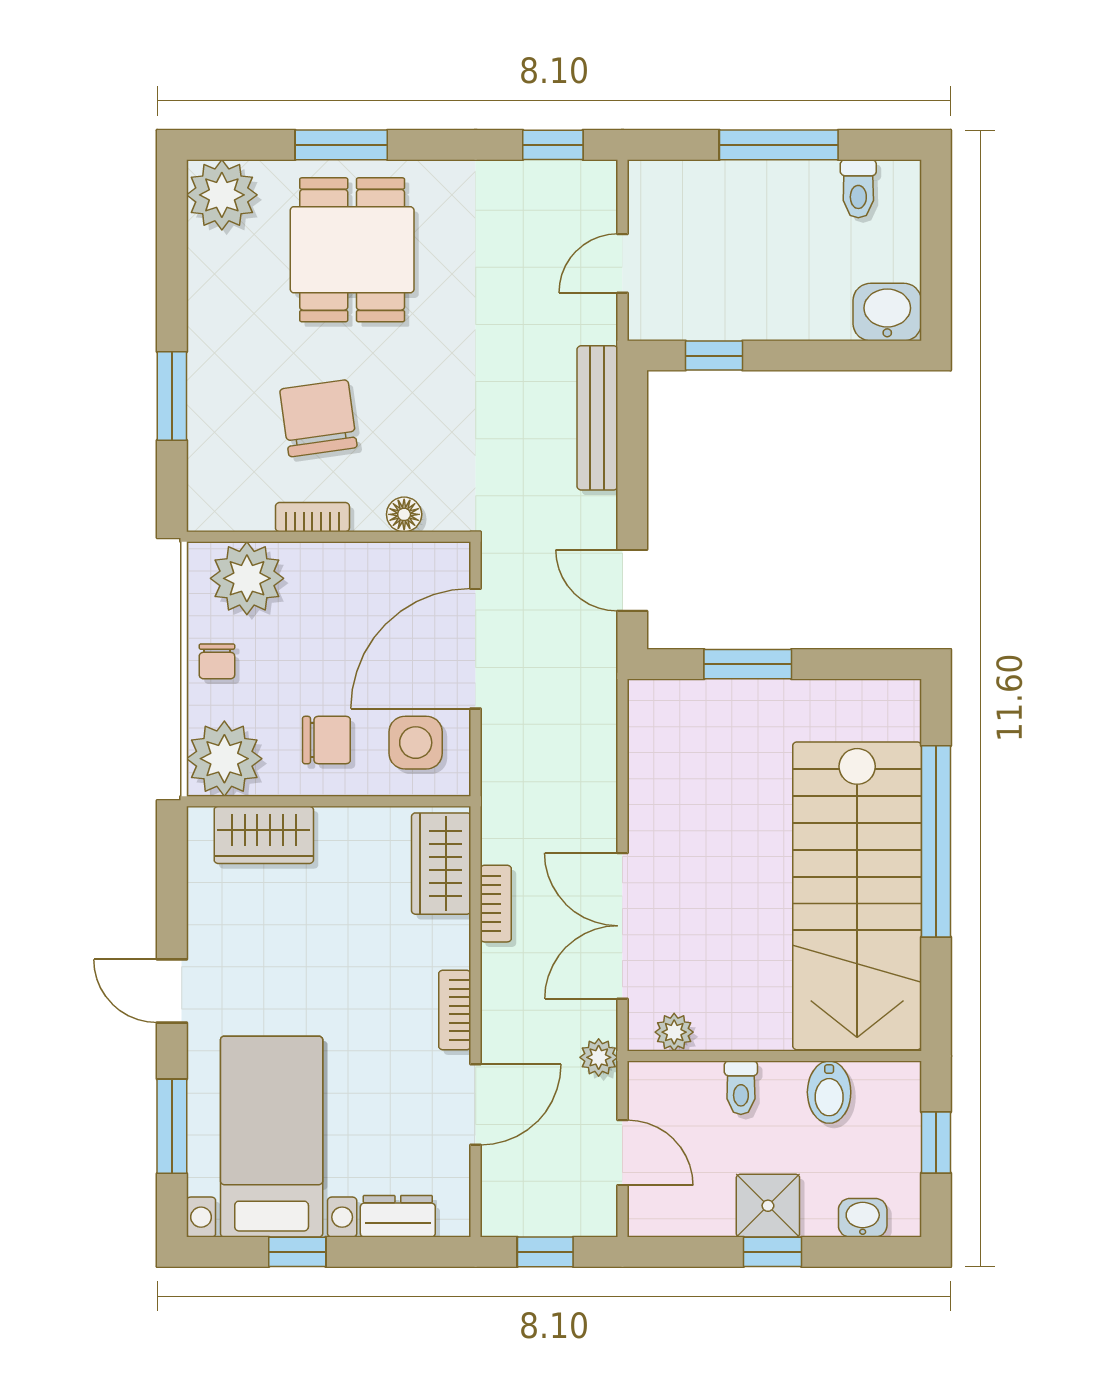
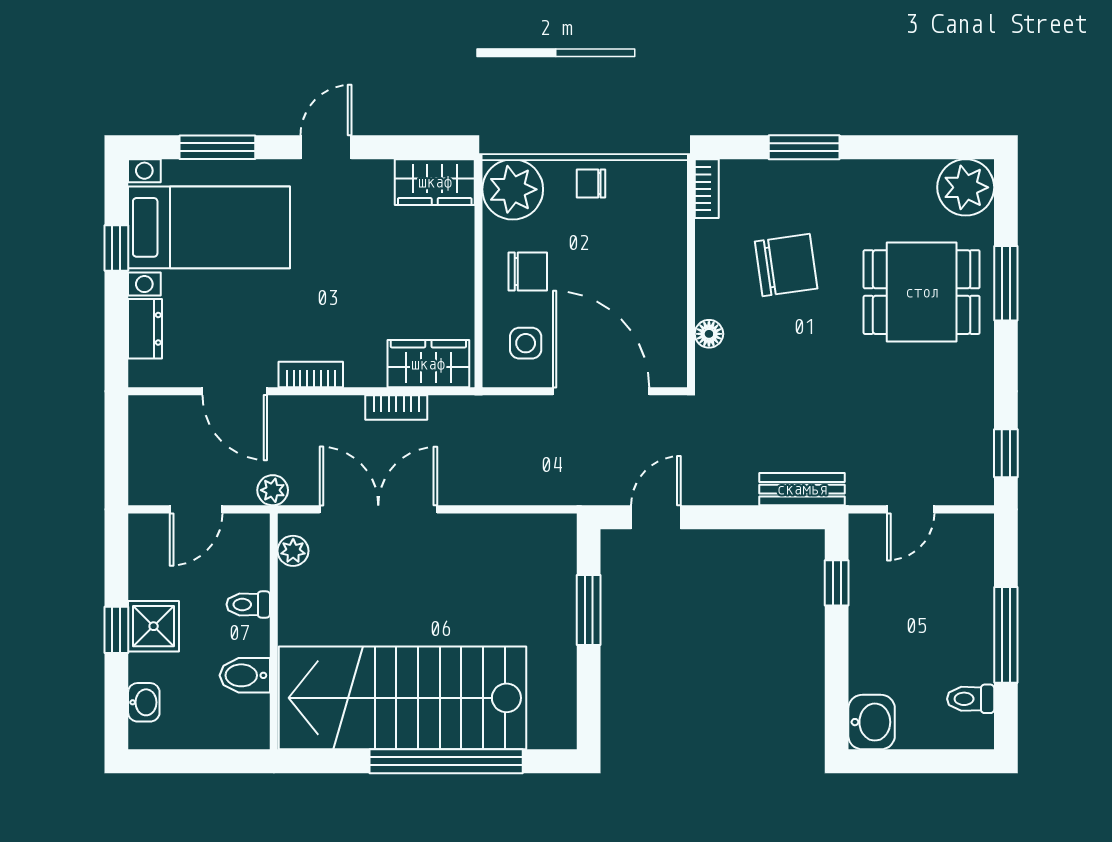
door: (622, 263) -> (911, 509), swing flipped
bench: (597, 418) -> (802, 489), width x0.73
bookcase: (312, 517) -> (707, 189), moved
plant: (247, 578) -> (658, 208), removed
chair: (326, 740) -> (528, 271), turned -90
side table: (416, 743) -> (526, 343), width x0.73, depth x0.73
wardrobe: (264, 835) -> (435, 182), moved, turned -90
window: (936, 1143) -> (204, 761), removed
window: (545, 1252) -> (116, 447), removed

